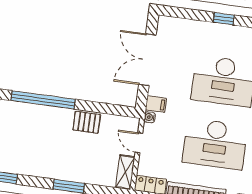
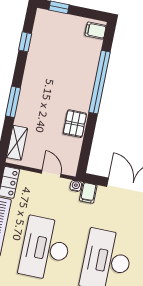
door: (139, 143) -> (51, 174), hinge flipped
shelving: (125, 172) -> (17, 143), moved, turned 90

